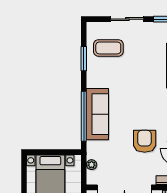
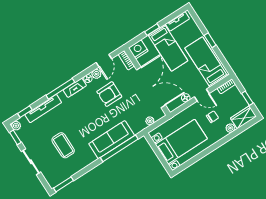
coffee table: (108, 48) -> (63, 145), moved
window: (84, 59) -> (63, 184), moved

